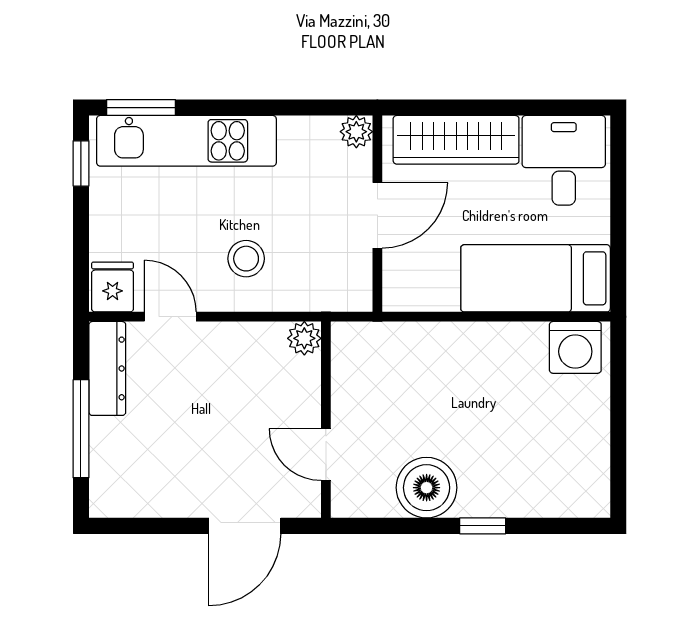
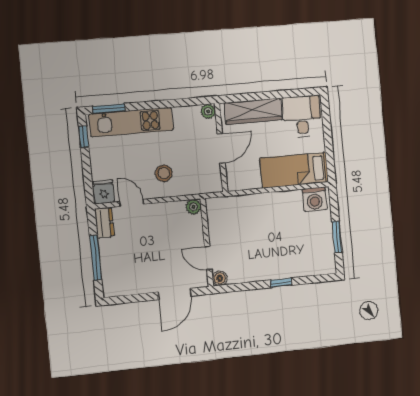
dresser: (107, 368) -> (104, 223), width x0.70
window: (618, 437) -> (337, 237), added
boiler: (427, 488) -> (220, 278), moved, width x0.54, depth x0.54

